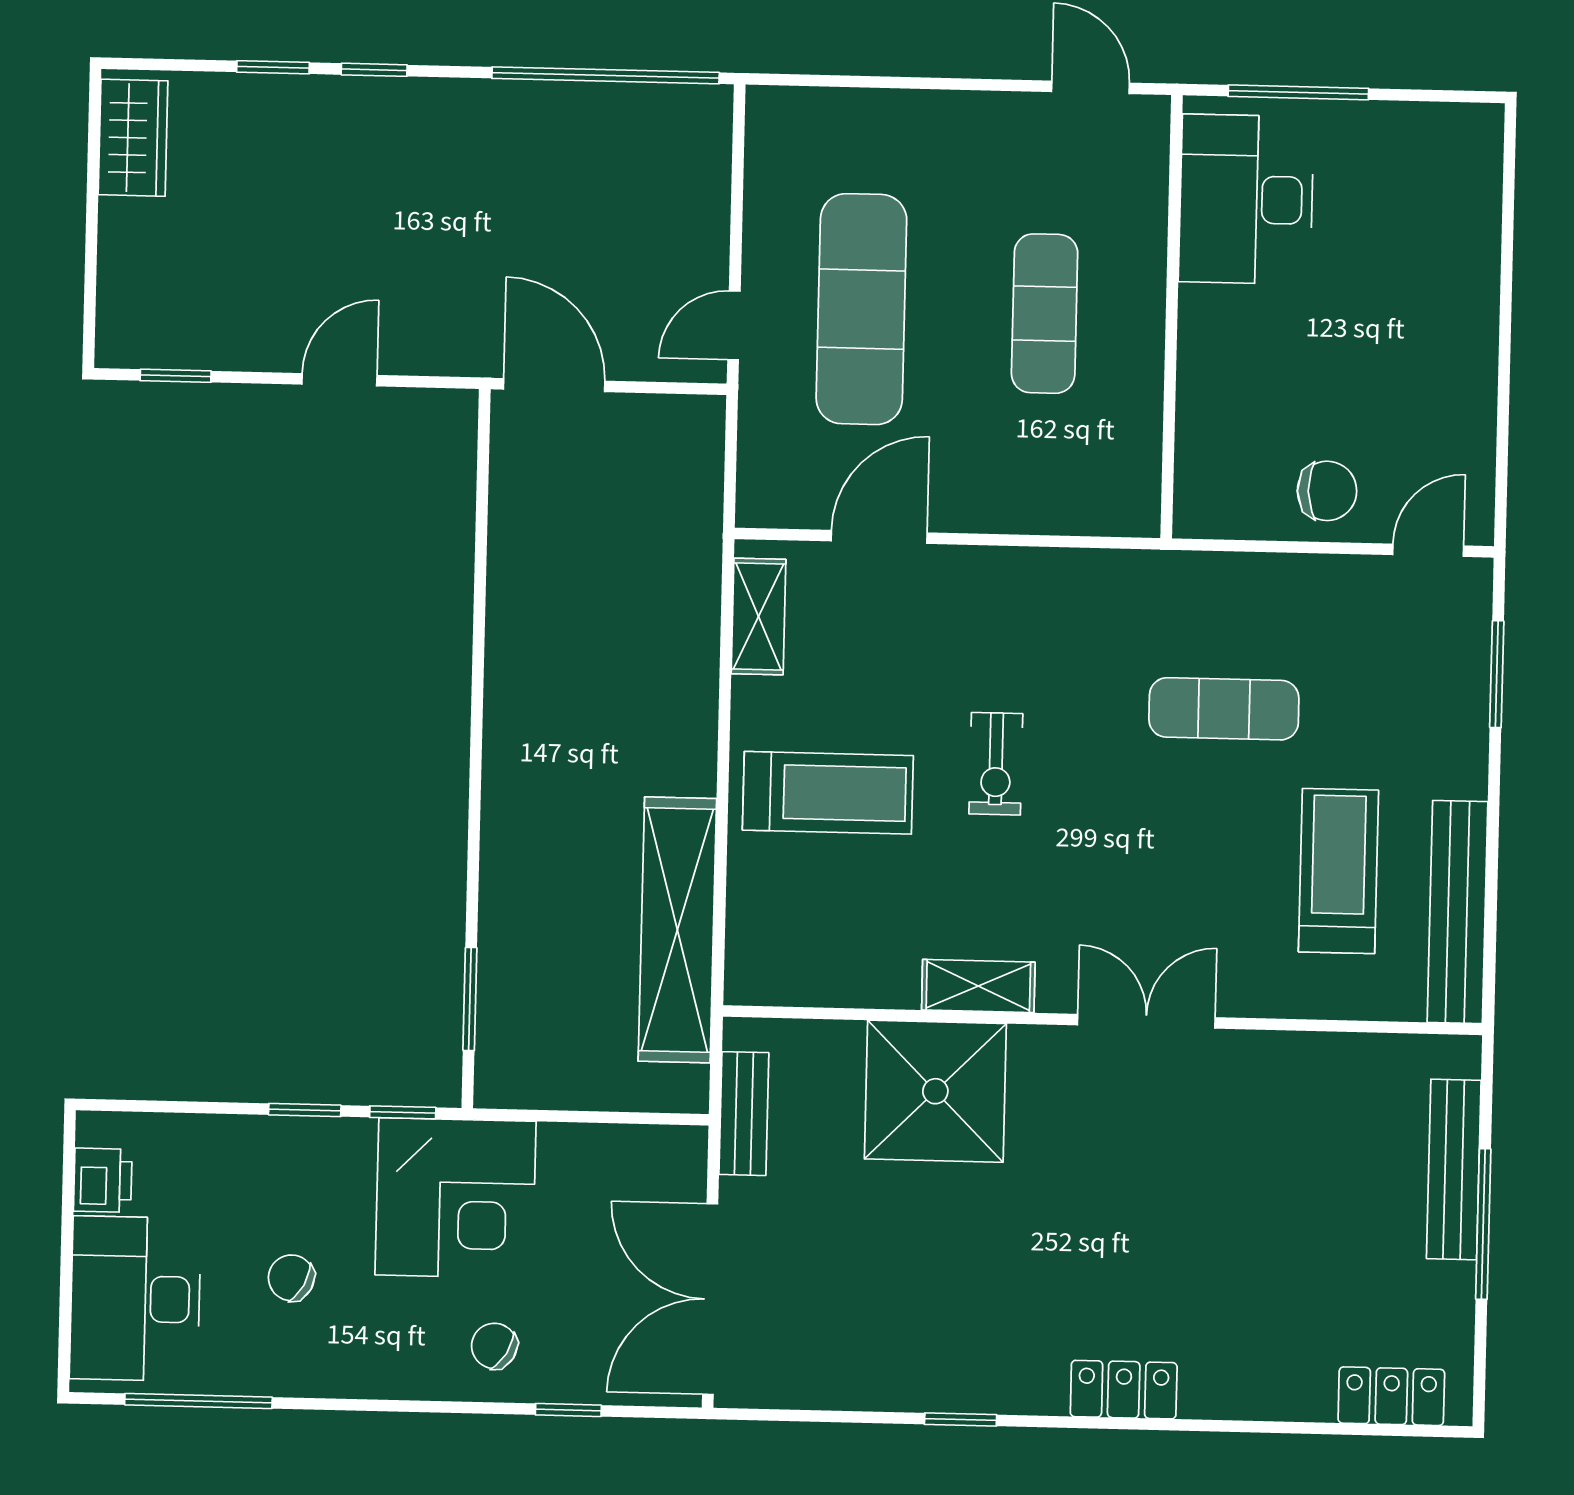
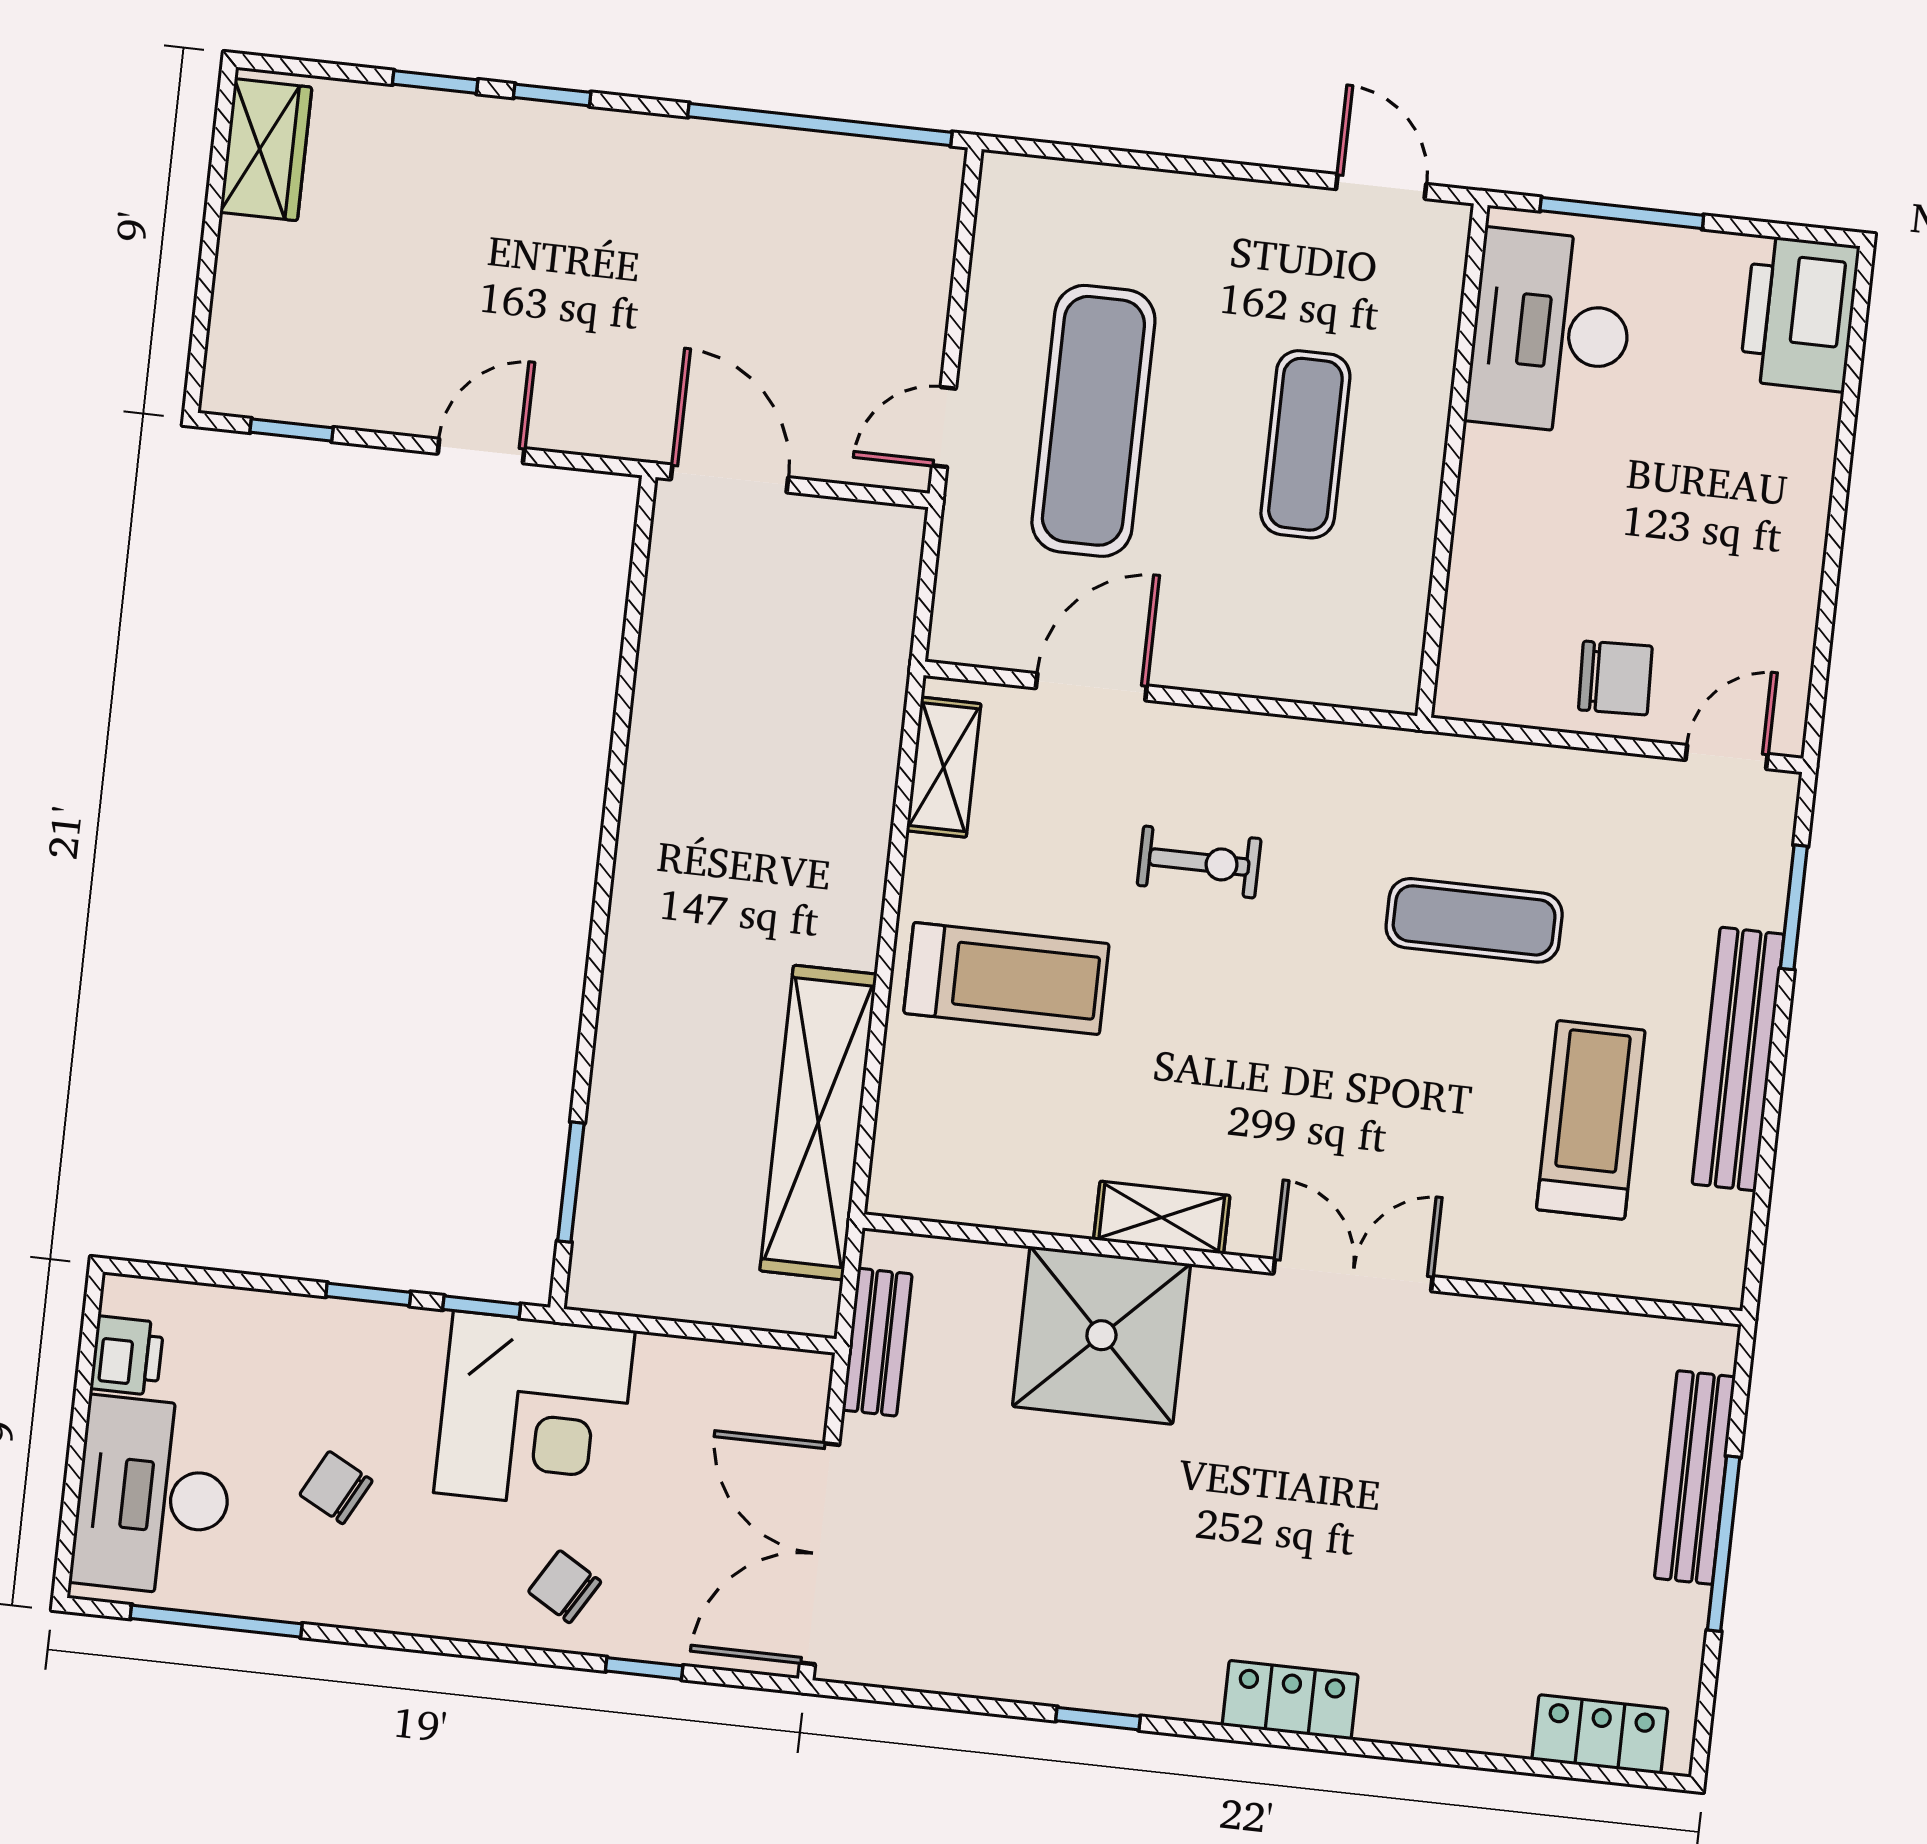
printer: (1458, 165) -> (1800, 313), added
exercise bike: (996, 764) -> (1199, 862), moved, turned -90
bench: (1458, 912) -> (1738, 1059), moved

